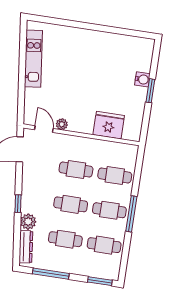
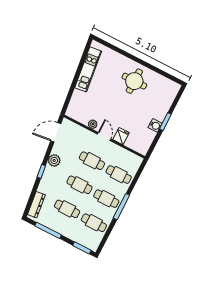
round table: (95, 54) -> (134, 81), added
water cooler: (142, 79) -> (155, 125), moved
fridge: (109, 125) -> (121, 136), width x0.53, depth x0.75
door: (44, 129) -> (104, 137), moved
plant: (28, 222) -> (54, 160), moved

